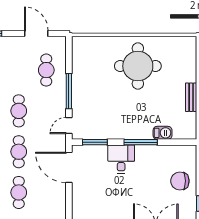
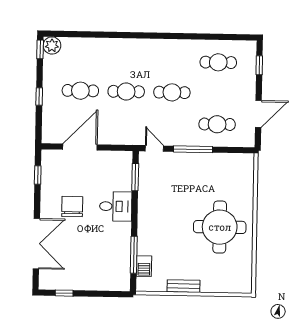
barbecue: (163, 133) -> (144, 266), moved
window: (141, 142) -> (134, 255), moved
door: (69, 167) -> (80, 147), moved
chair: (180, 181) -> (72, 207), moved

